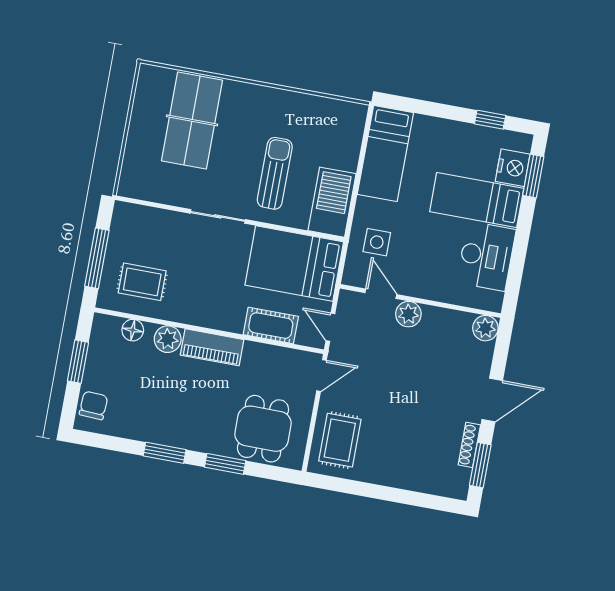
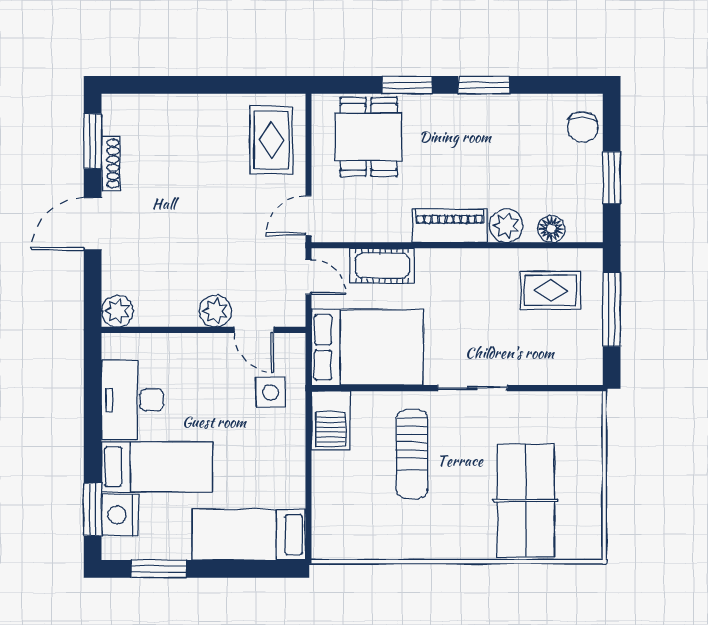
window: (490, 120) -> (159, 569), width x1.50
bed: (385, 153) -> (249, 535), moved, turned -90
barbecue: (332, 202) -> (331, 421), width x0.73, depth x0.83

